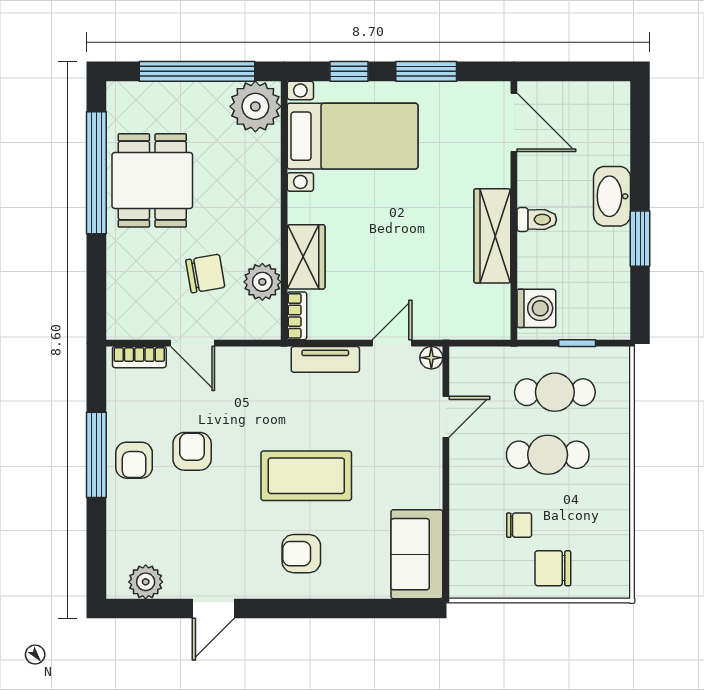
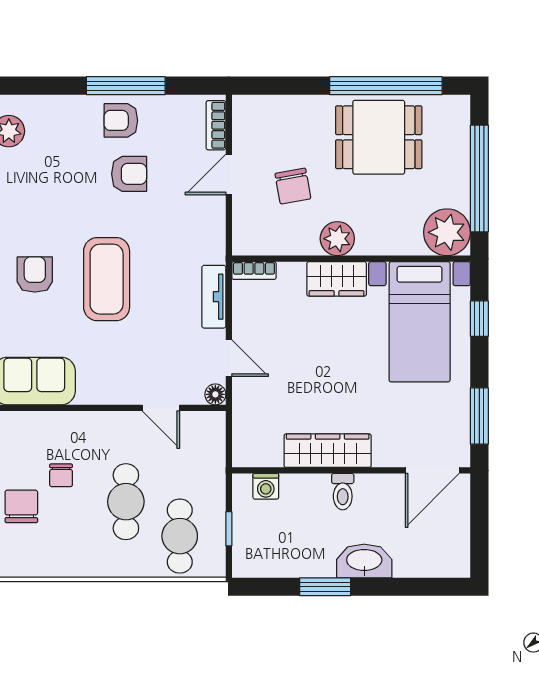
window: (426, 71) -> (479, 416), moved
wardrobe: (306, 257) -> (337, 279), moved
plant: (262, 282) -> (337, 239), moved
washing machine: (536, 308) -> (266, 486), width x0.73, depth x0.73
cafe table: (555, 392) -> (180, 536), moved

